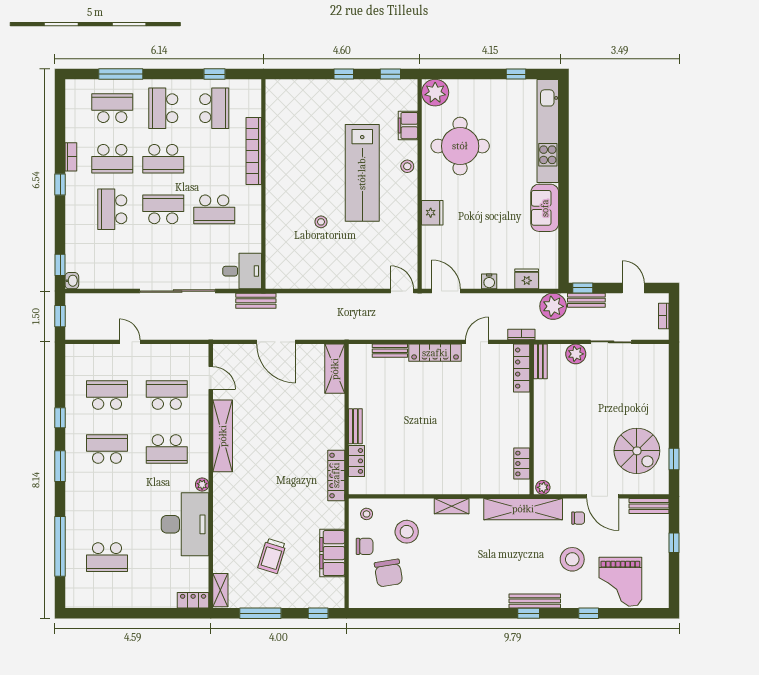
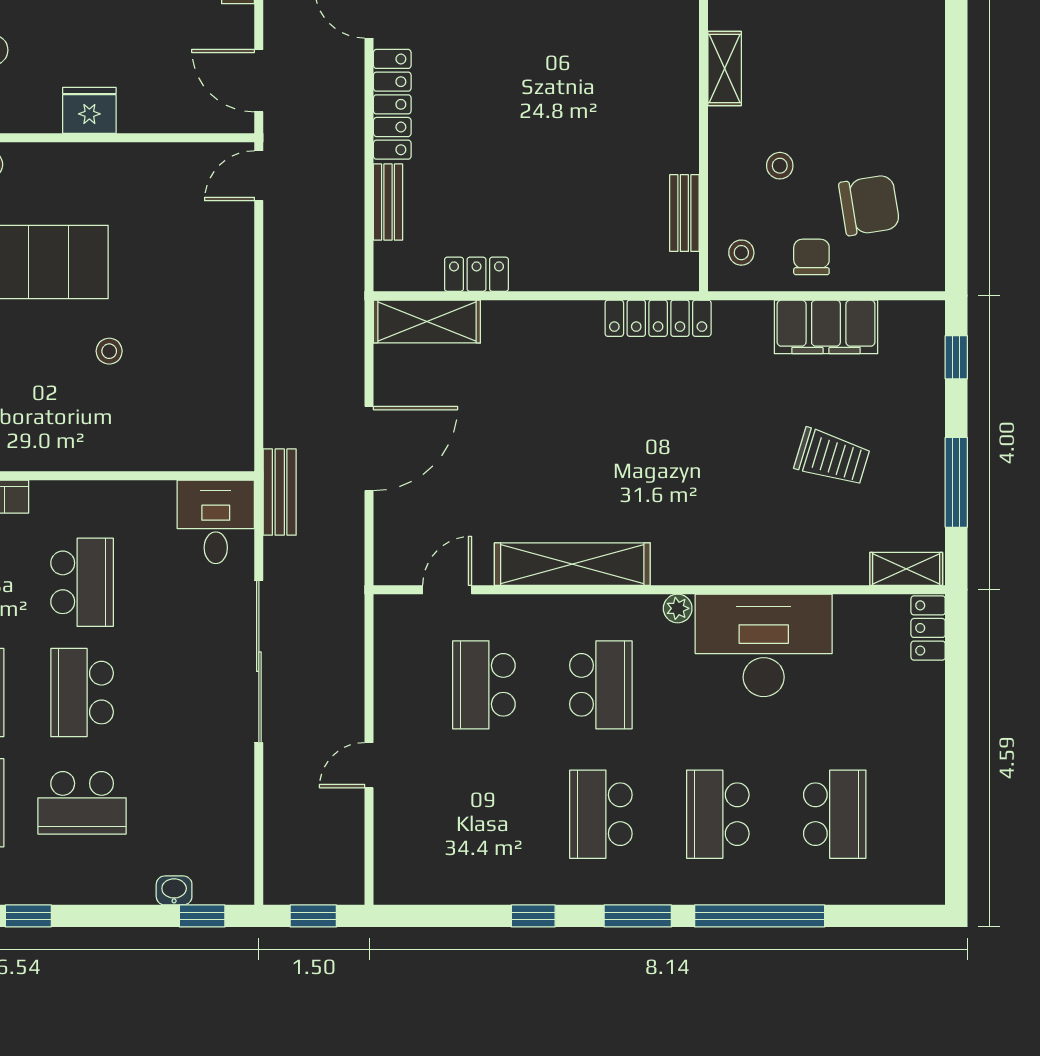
washbasin: (72, 281) -> (174, 890), moved
door: (446, 291) -> (259, 81), hinge flipped
school desk: (107, 395) -> (718, 814), moved
bench: (355, 426) -> (684, 213), moved, turned 90
locker: (357, 461) -> (476, 274), moved
stool: (407, 532) -> (780, 166), width x0.53, depth x0.53
window: (60, 546) -> (760, 916), moved

